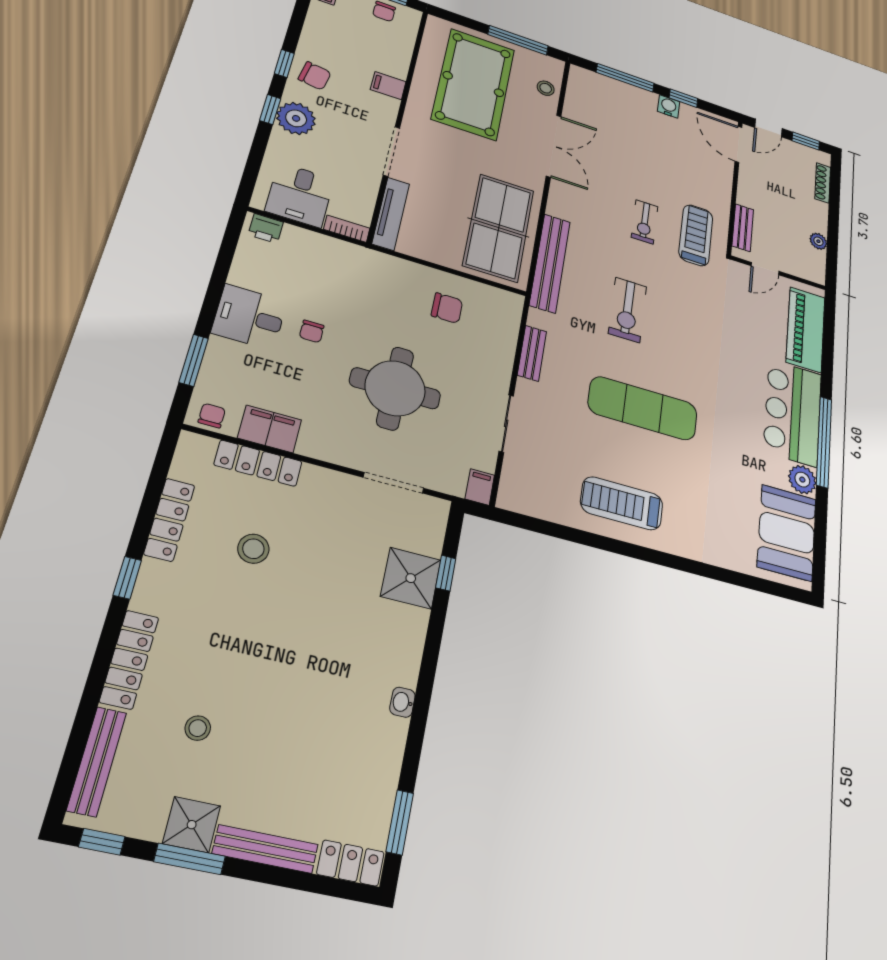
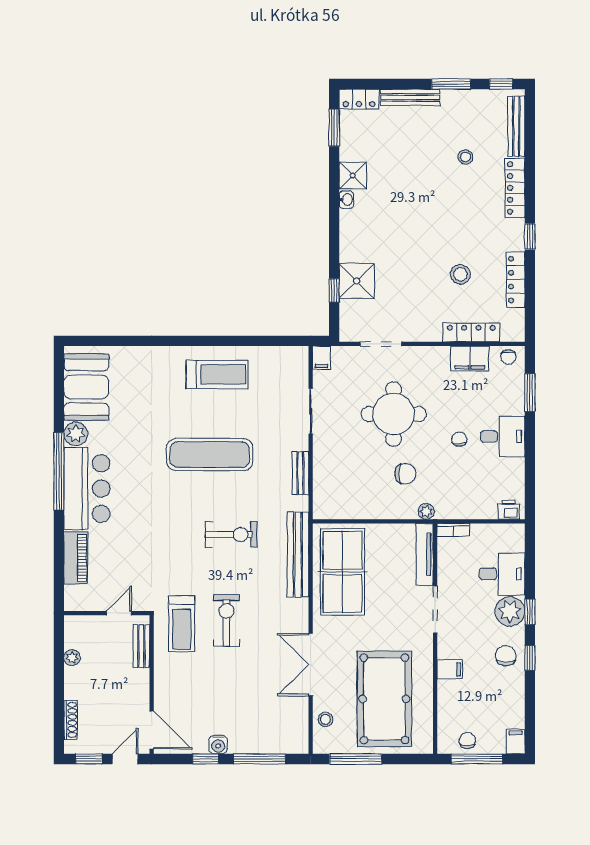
chair: (315, 76) -> (506, 656), turned 81
desk: (300, 195) -> (502, 574), moved, turned 90
exercise bike: (645, 222) -> (226, 620), width x1.38, depth x1.39
plant: (378, 260) -> (426, 511), added
chair: (447, 308) -> (405, 474), moved, turned 180
exercise bike: (628, 310) -> (231, 535), turned 90
piano: (806, 329) -> (76, 558), width x0.73, depth x0.75
shower: (192, 825) -> (353, 176), moved

